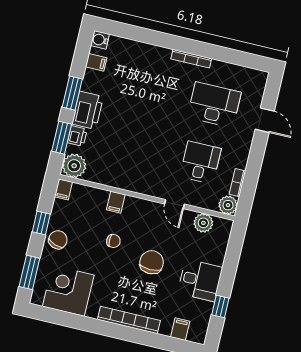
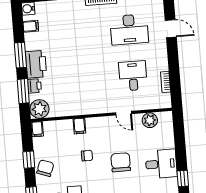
desk: (214, 105) -> (129, 29), turned 180
plant: (228, 205) -> (164, 101), removed

